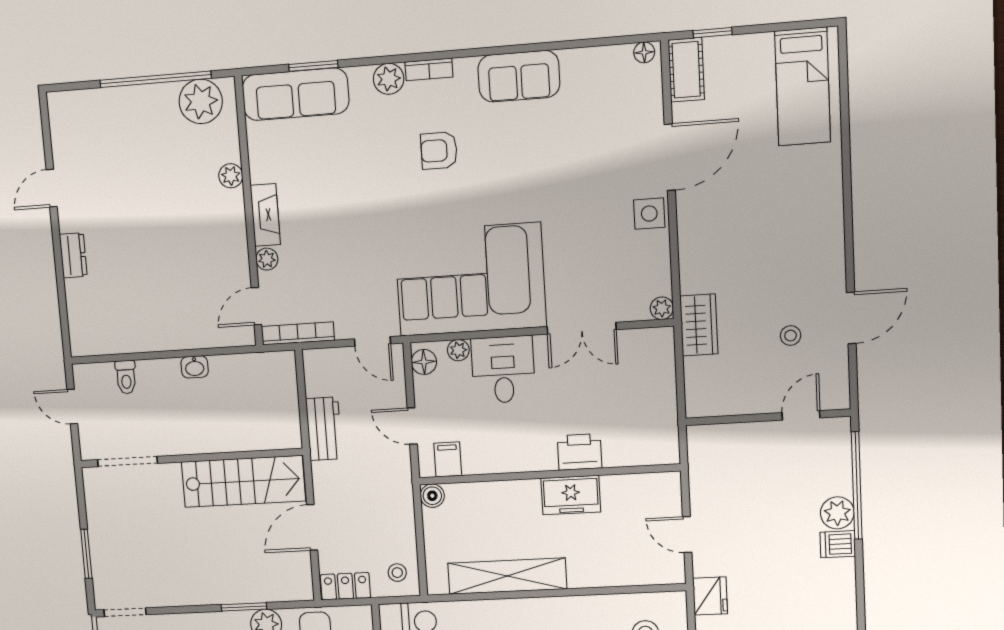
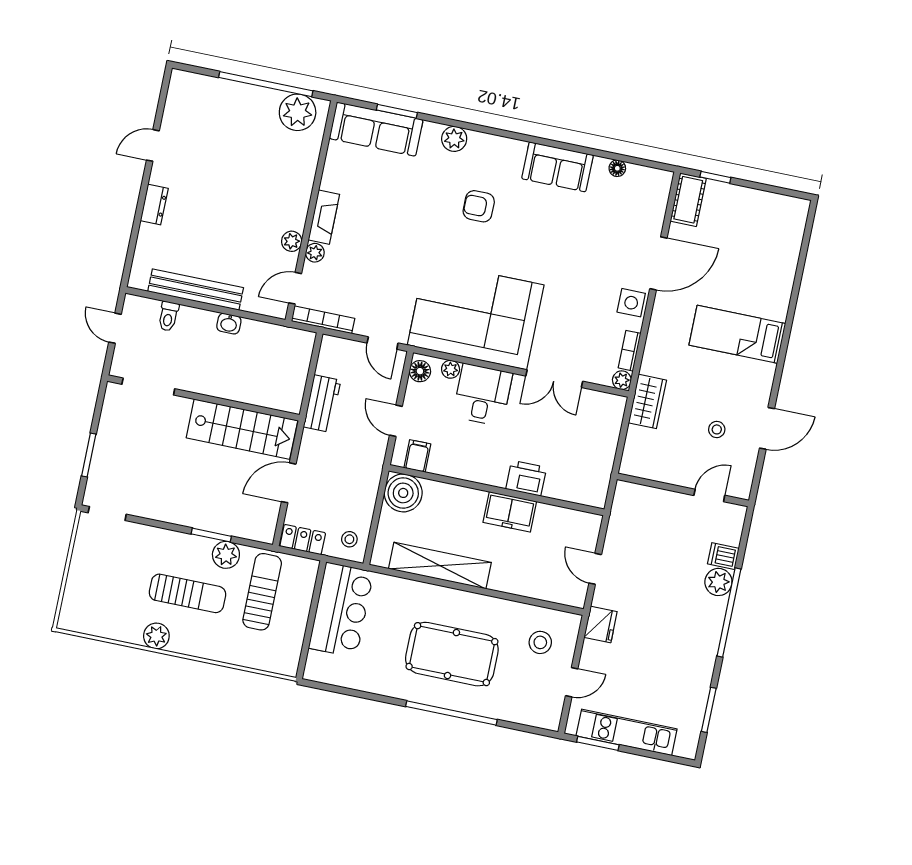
floor lamp: (644, 52) -> (617, 168), moved
bookcase: (429, 69) -> (630, 351), moved, turned 90
bed: (803, 87) -> (737, 334), moved, turned 90
plant: (231, 176) -> (292, 241), moved
bench: (147, 339) -> (196, 290), added
window: (857, 486) -> (729, 612), moved
boiler: (432, 496) -> (403, 493), width x1.86, depth x1.86
dishwasher: (838, 544) -> (723, 556), moved

